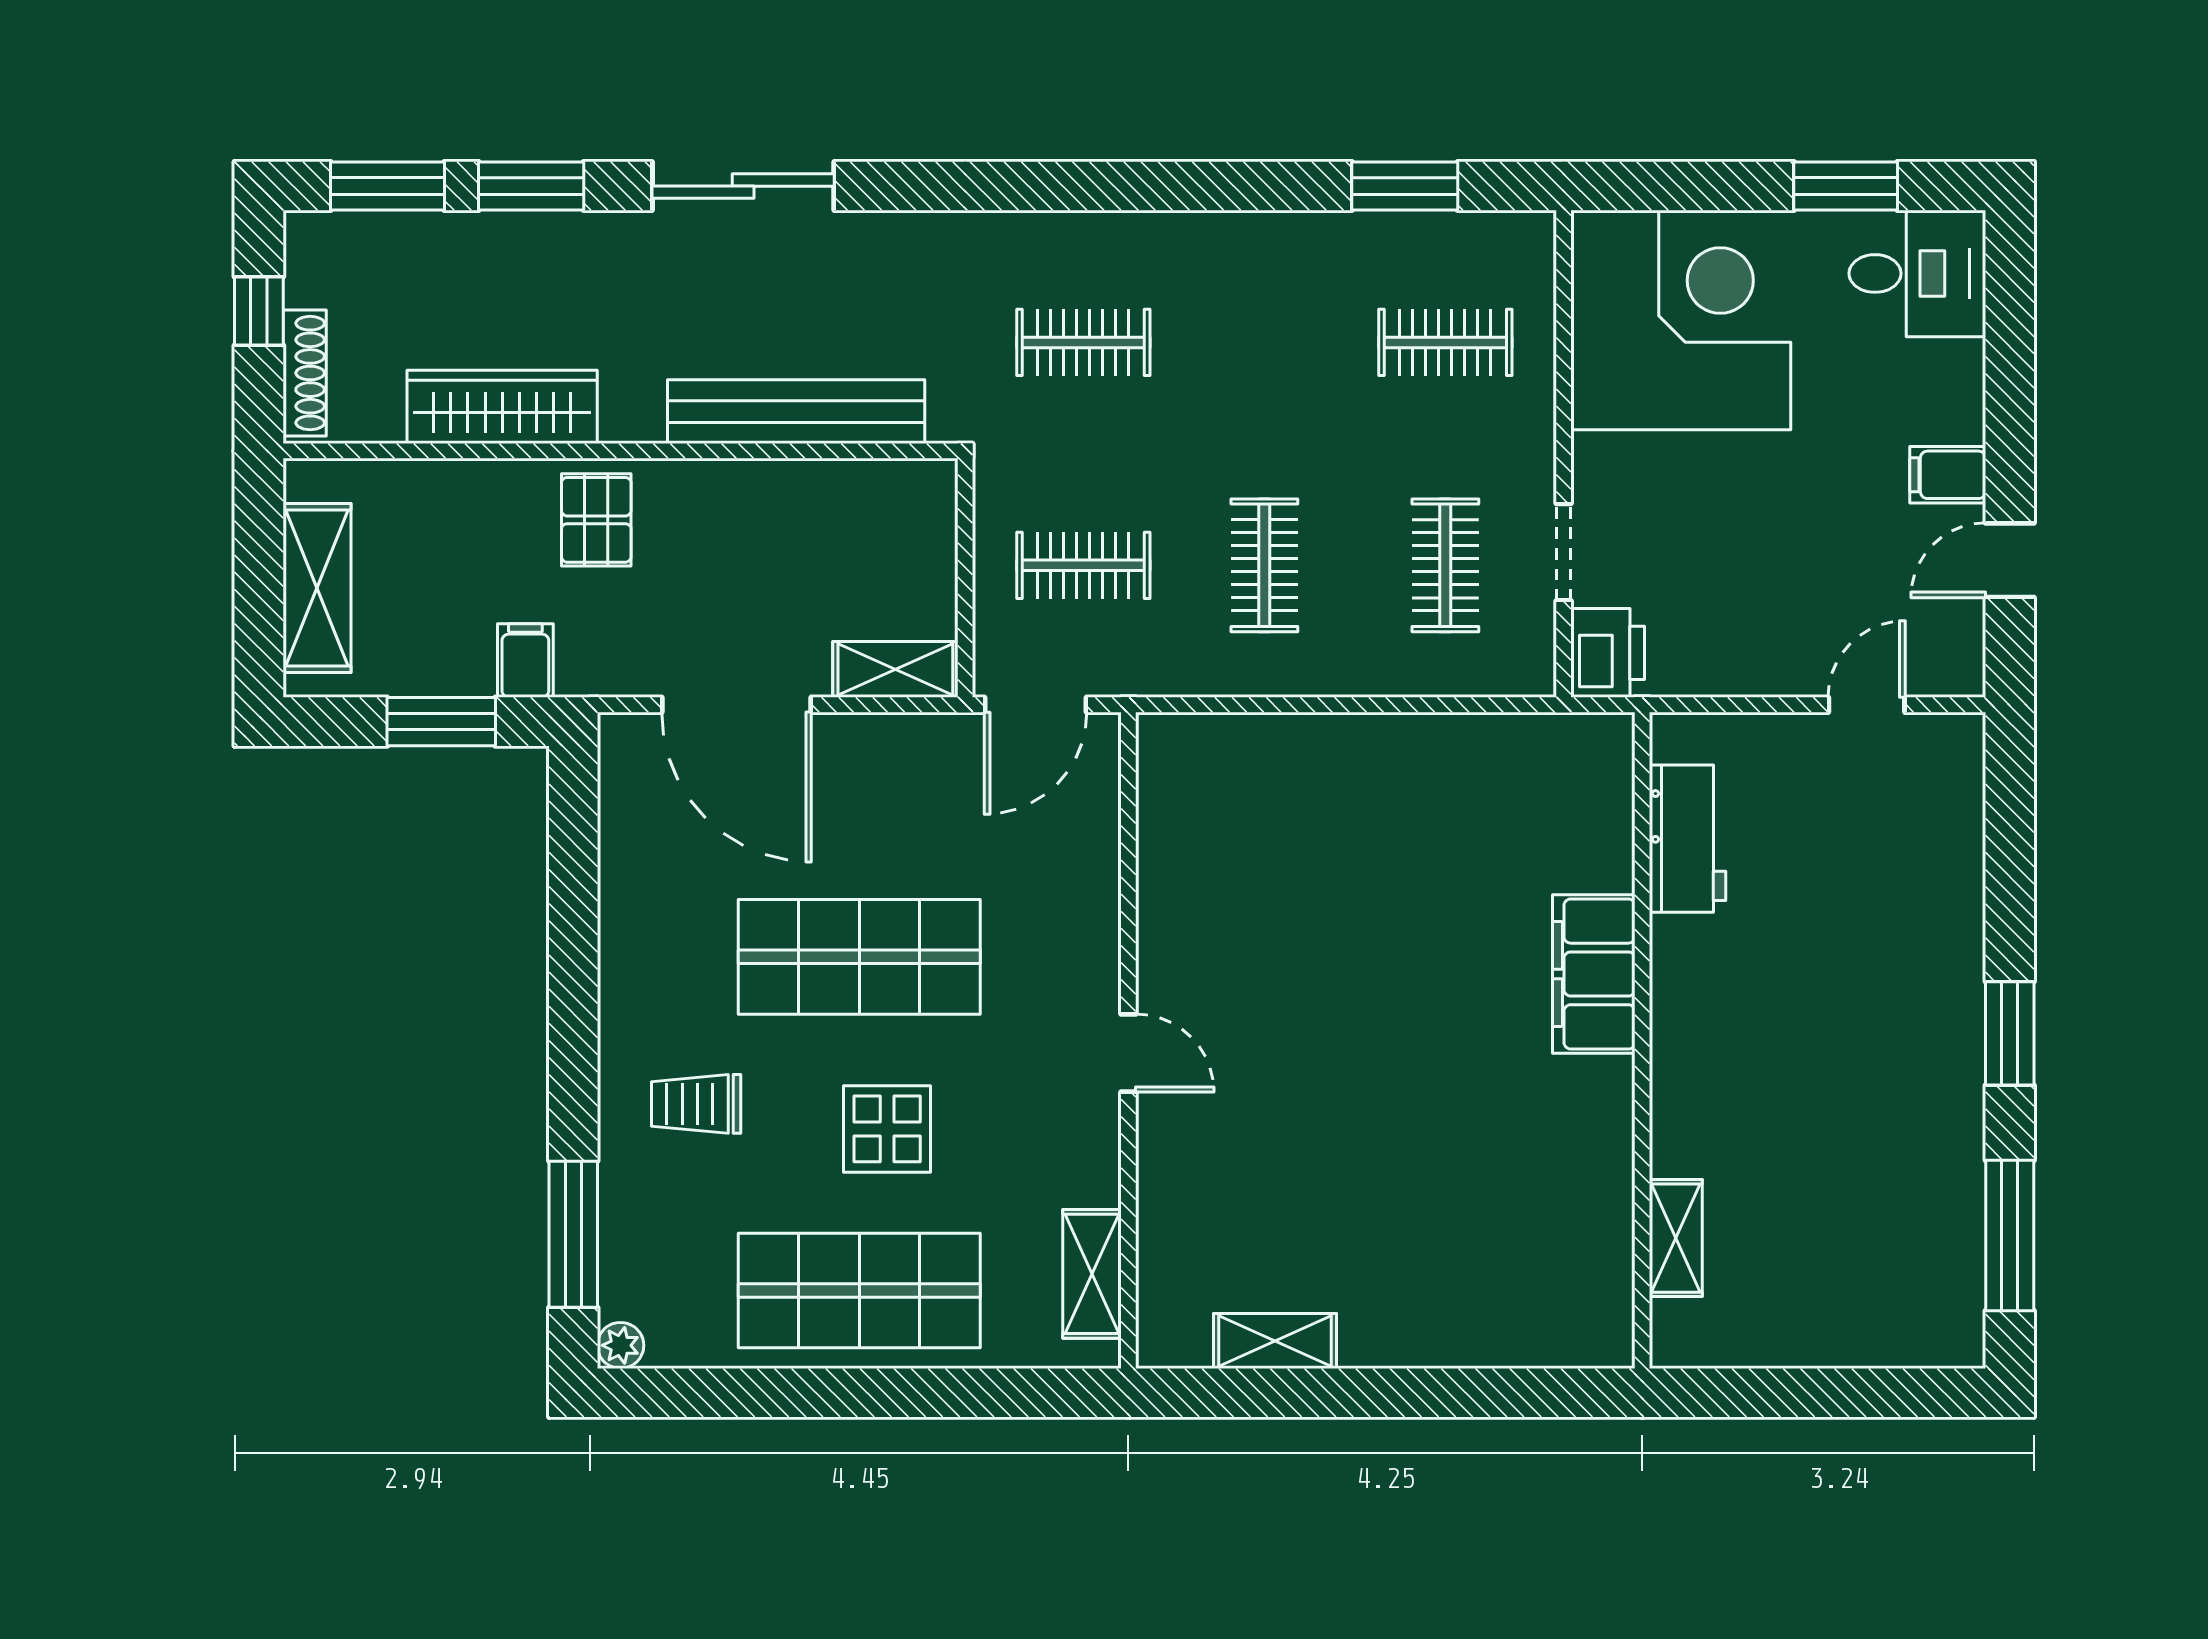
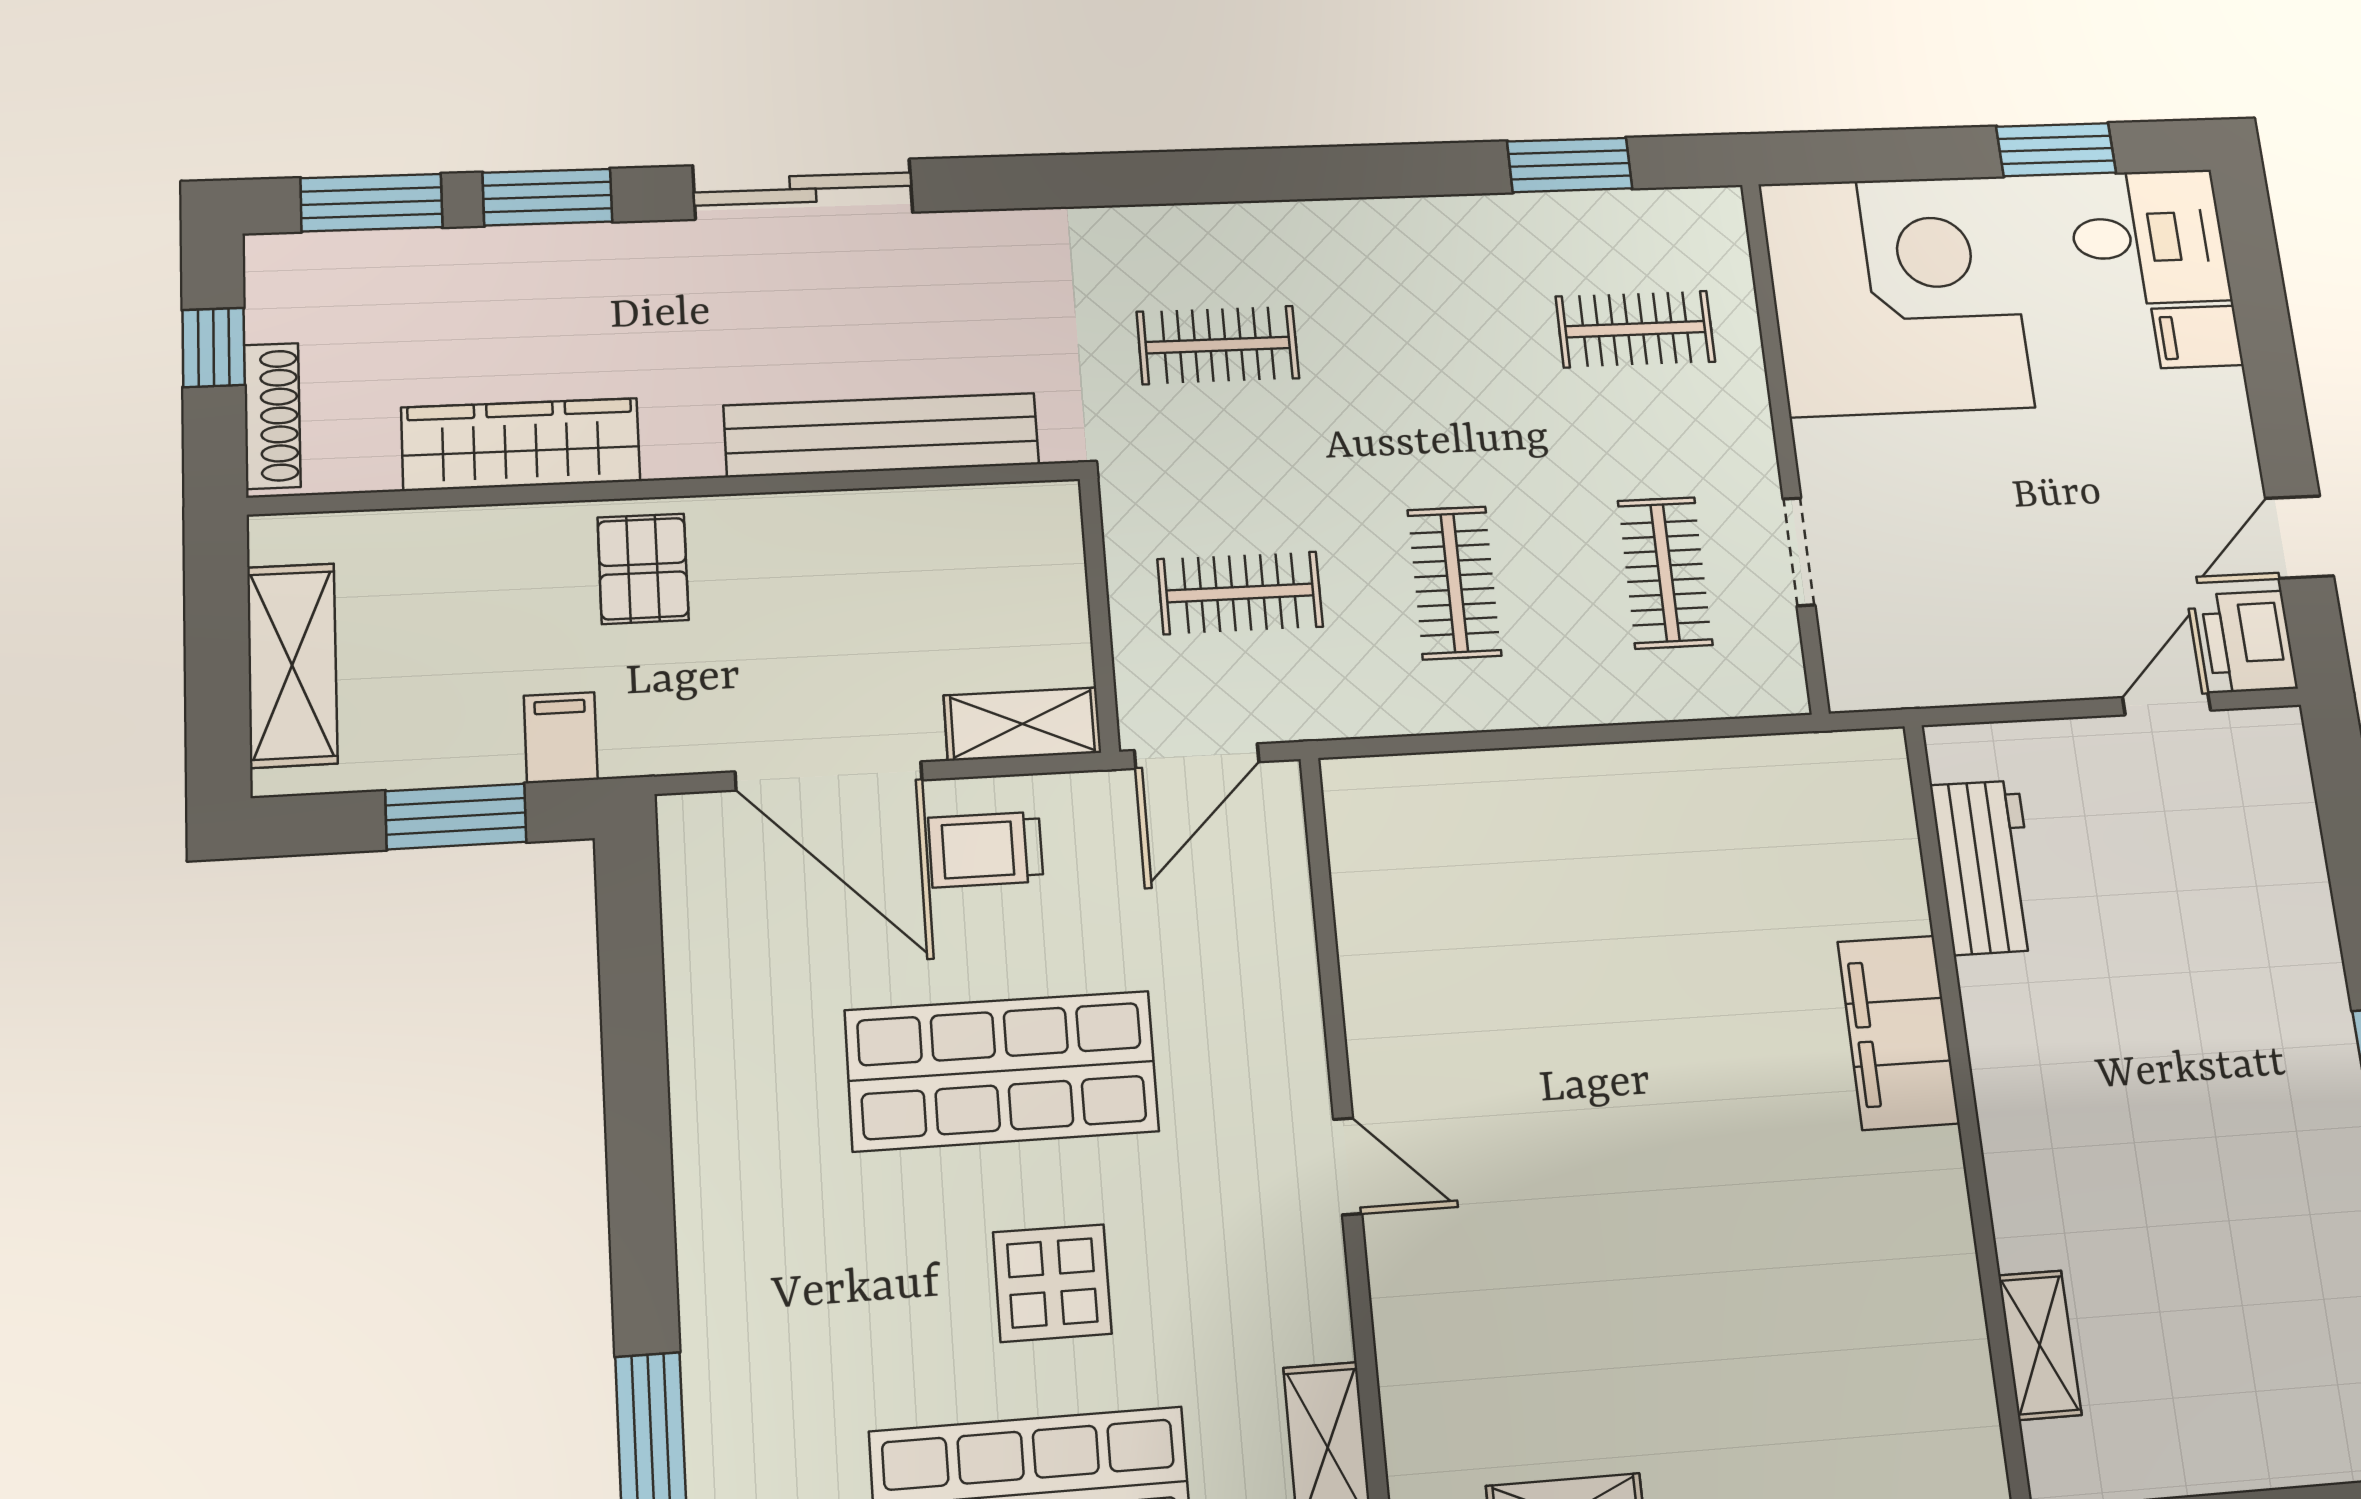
filing cabinet: (1948, 475) -> (2198, 337), moved
printer: (1608, 653) -> (2249, 642), moved, turned 180
trolley: (696, 1104) -> (986, 849), moved

